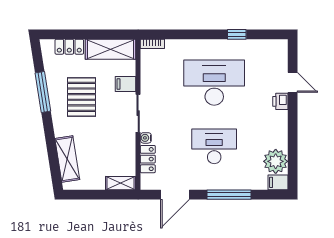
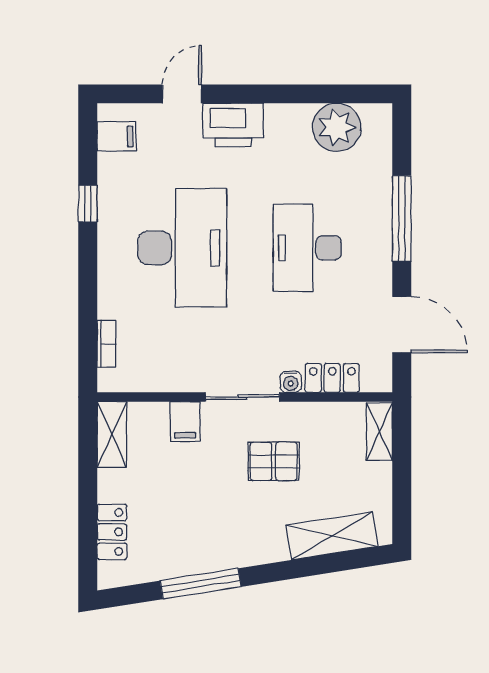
bookcase: (152, 44) -> (106, 344), moved
shelving: (111, 49) -> (112, 435), width x0.67, depth x0.75
desk: (214, 83) -> (182, 248), turned 180
pallet: (81, 97) -> (274, 461), moved, width x0.67, depth x0.71
printer: (280, 101) -> (233, 125), width x1.87, depth x1.48
filing cabinet: (278, 182) -> (117, 136), moved, turned -90

